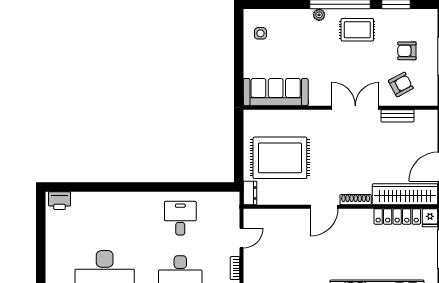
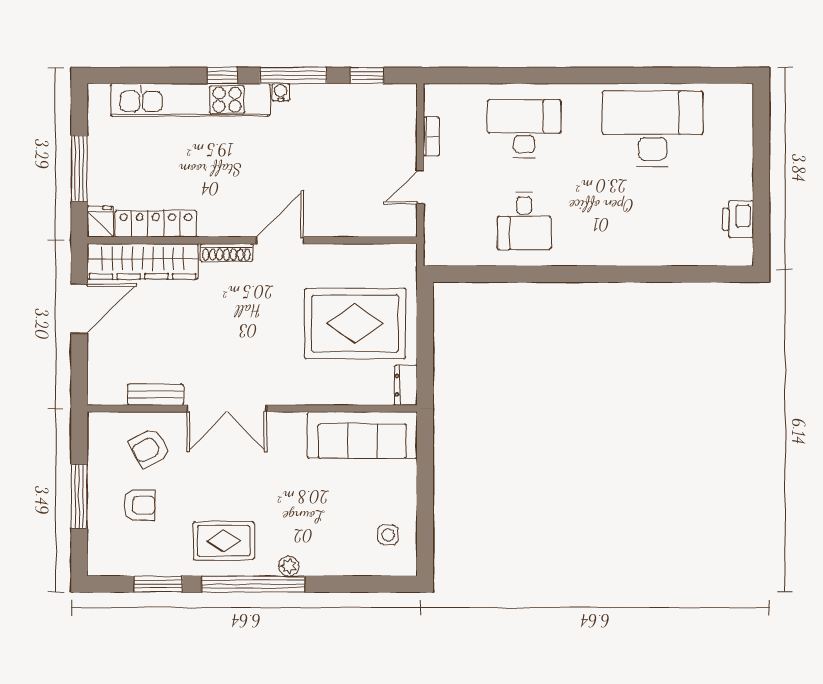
dresser: (250, 193) -> (406, 385), moved
printer: (60, 201) -> (738, 219), moved, turned -90

